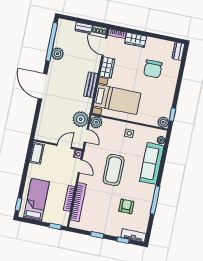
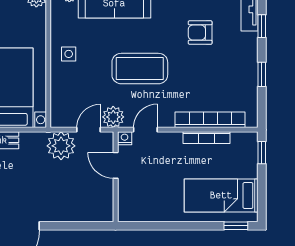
plant: (96, 122) -> (113, 117), moved
cot: (37, 153) -> (138, 212), removed

